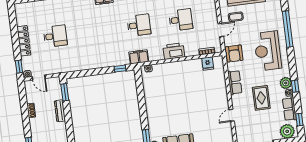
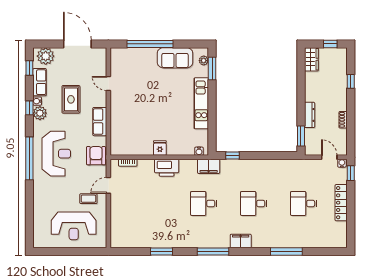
desk: (181, 20) -> (254, 203), moved
window: (288, 29) -> (29, 158), moved
fridge: (208, 63) -> (160, 148), moved
kitchen unit: (152, 109) -> (201, 103), added
door: (232, 115) -> (108, 83), swing flipped

